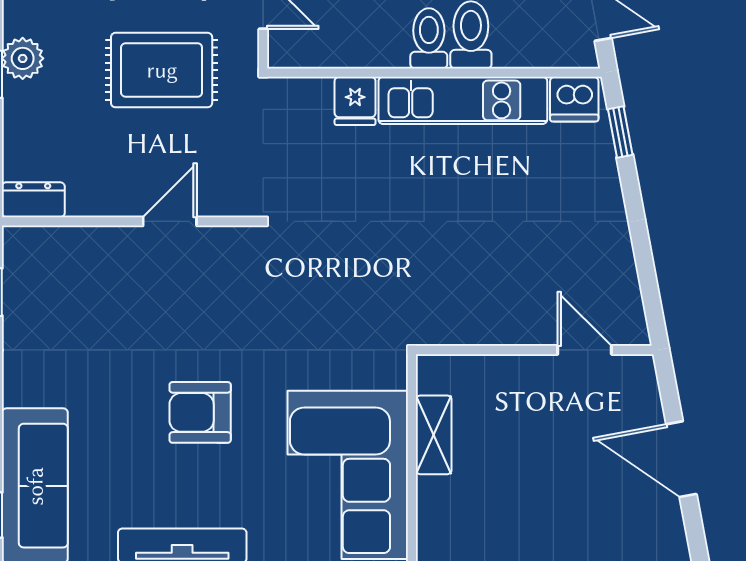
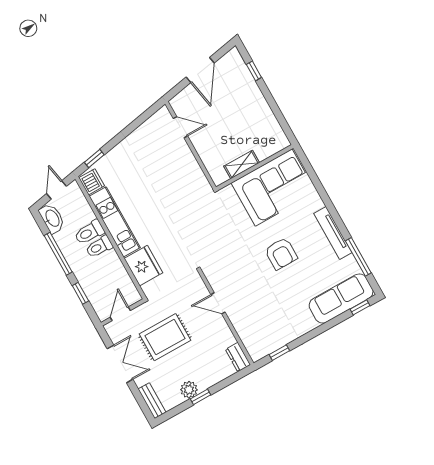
rug: (162, 70) -> (165, 337), turned 90
fridge: (355, 101) -> (143, 266), width x1.88, depth x1.34
door: (585, 350) -> (180, 127), swing flipped

